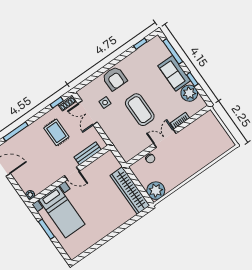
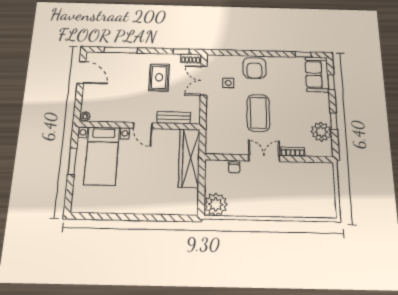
window: (173, 51) -> (331, 82), width x0.46
sofa: (174, 73) -> (317, 74), moved
wardrobe: (130, 190) -> (189, 158), moved

